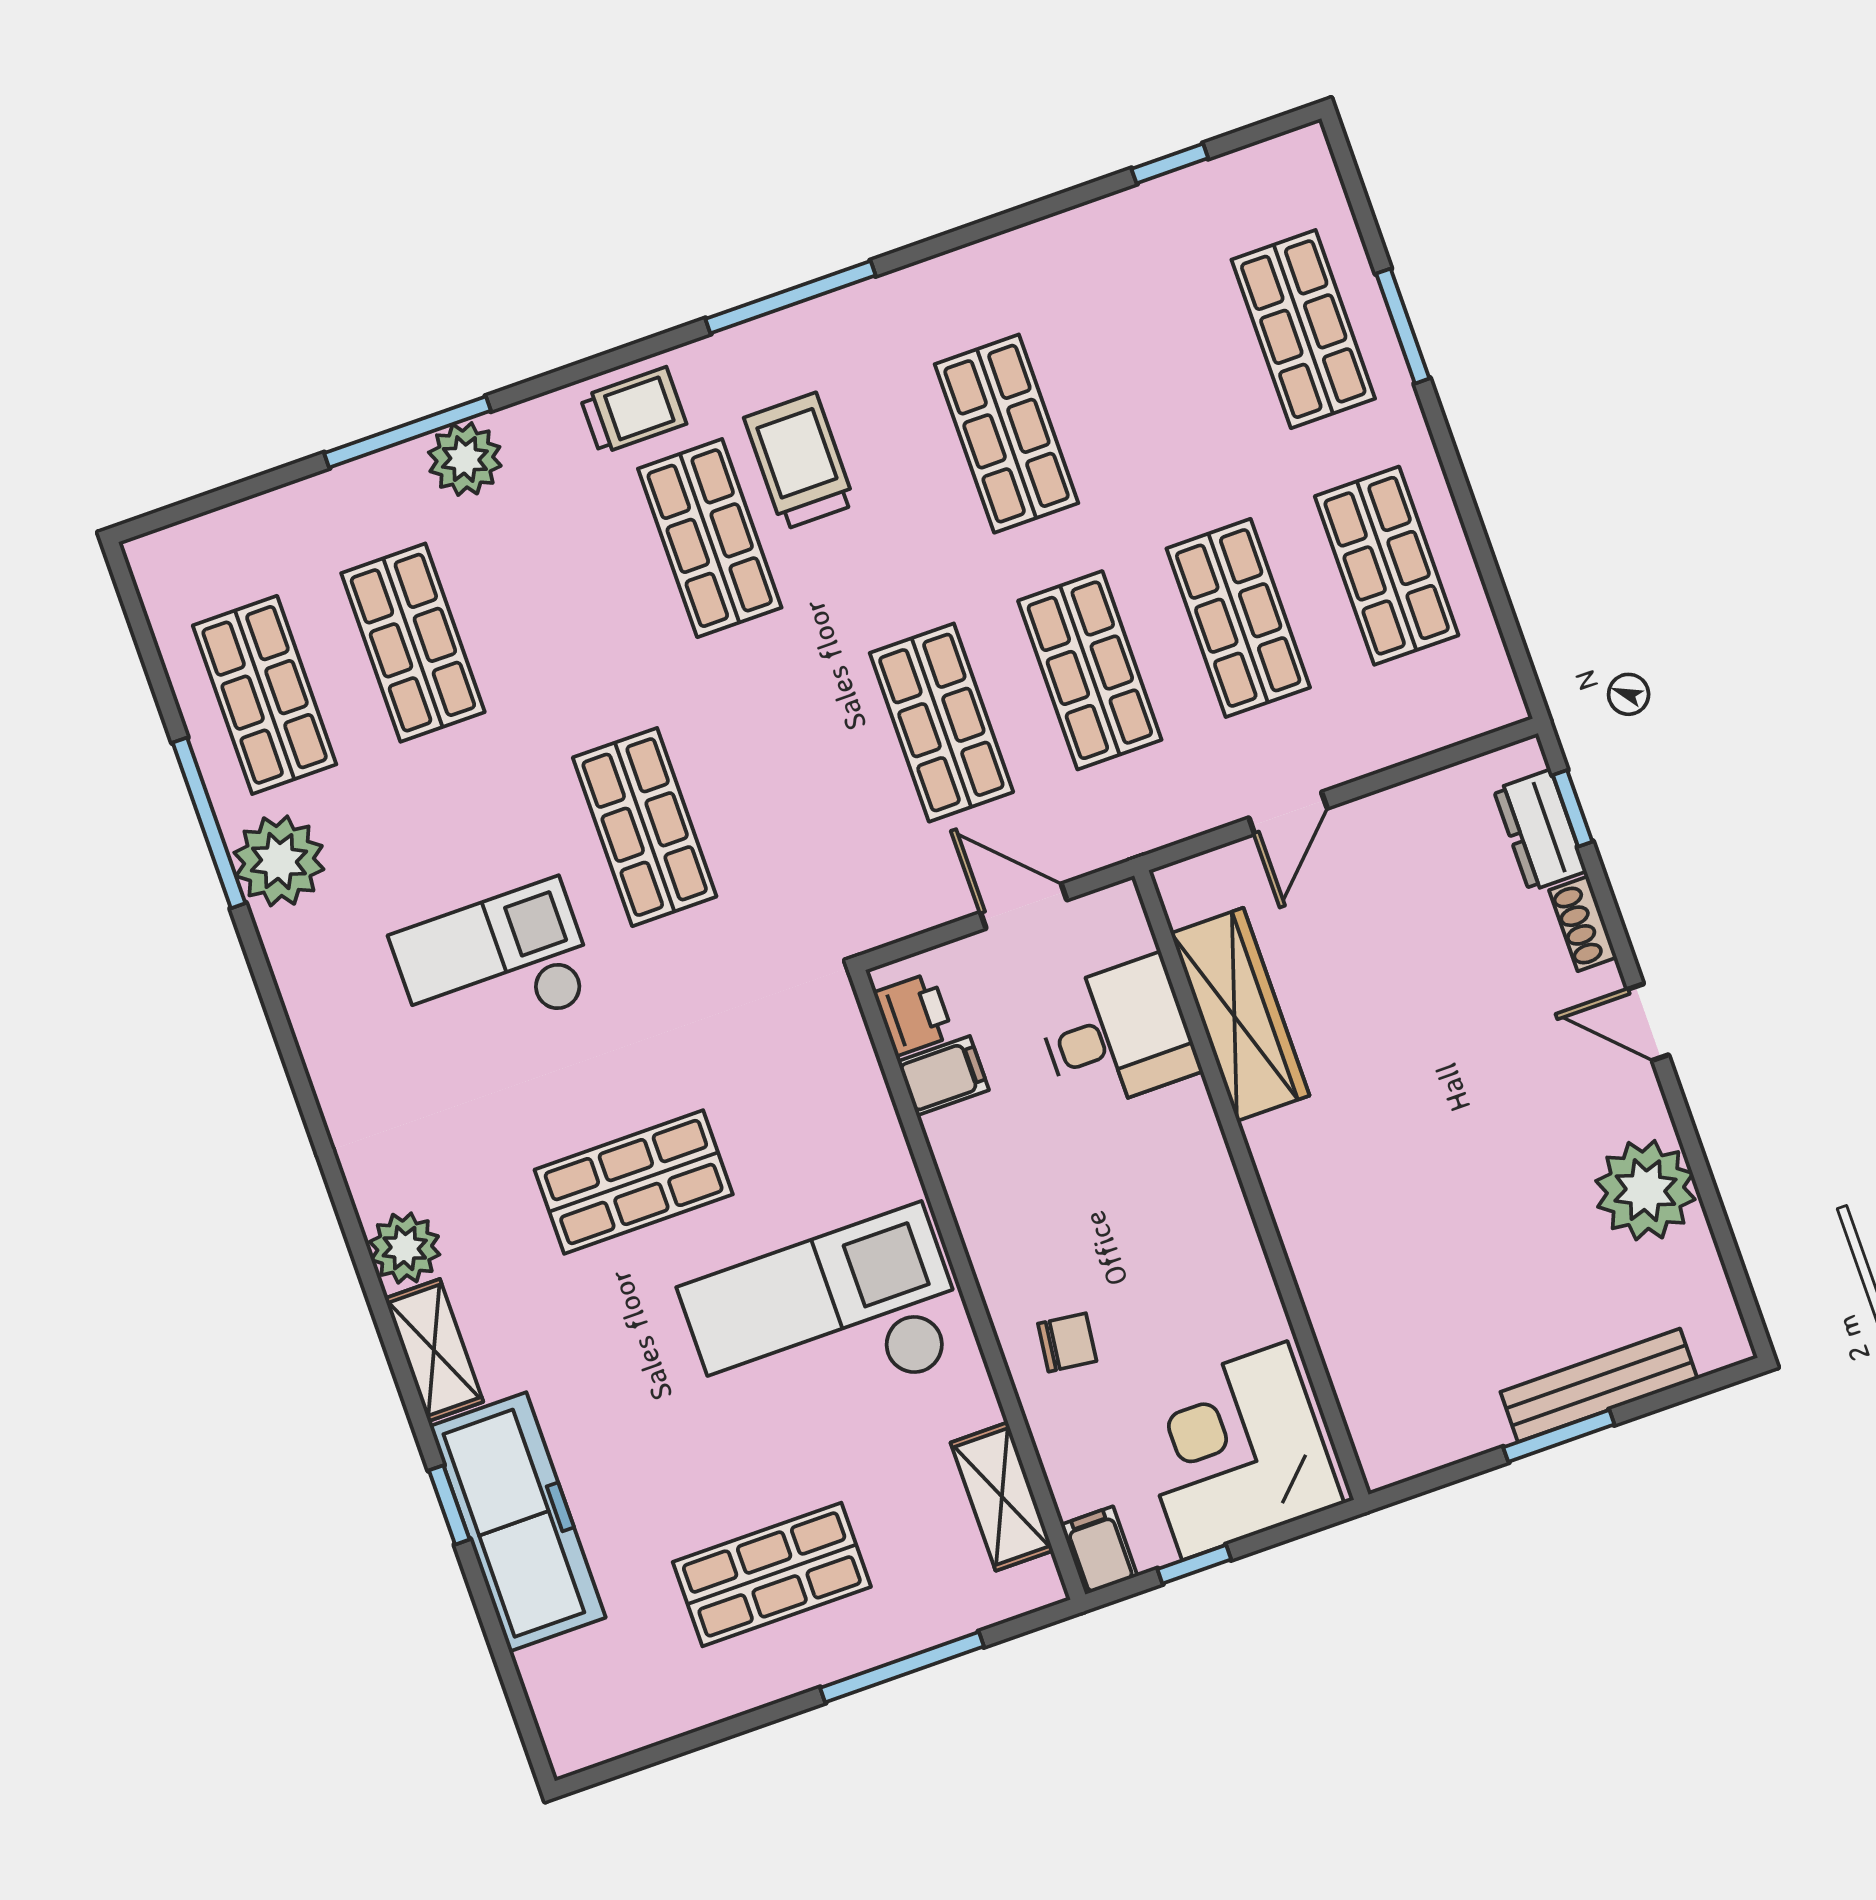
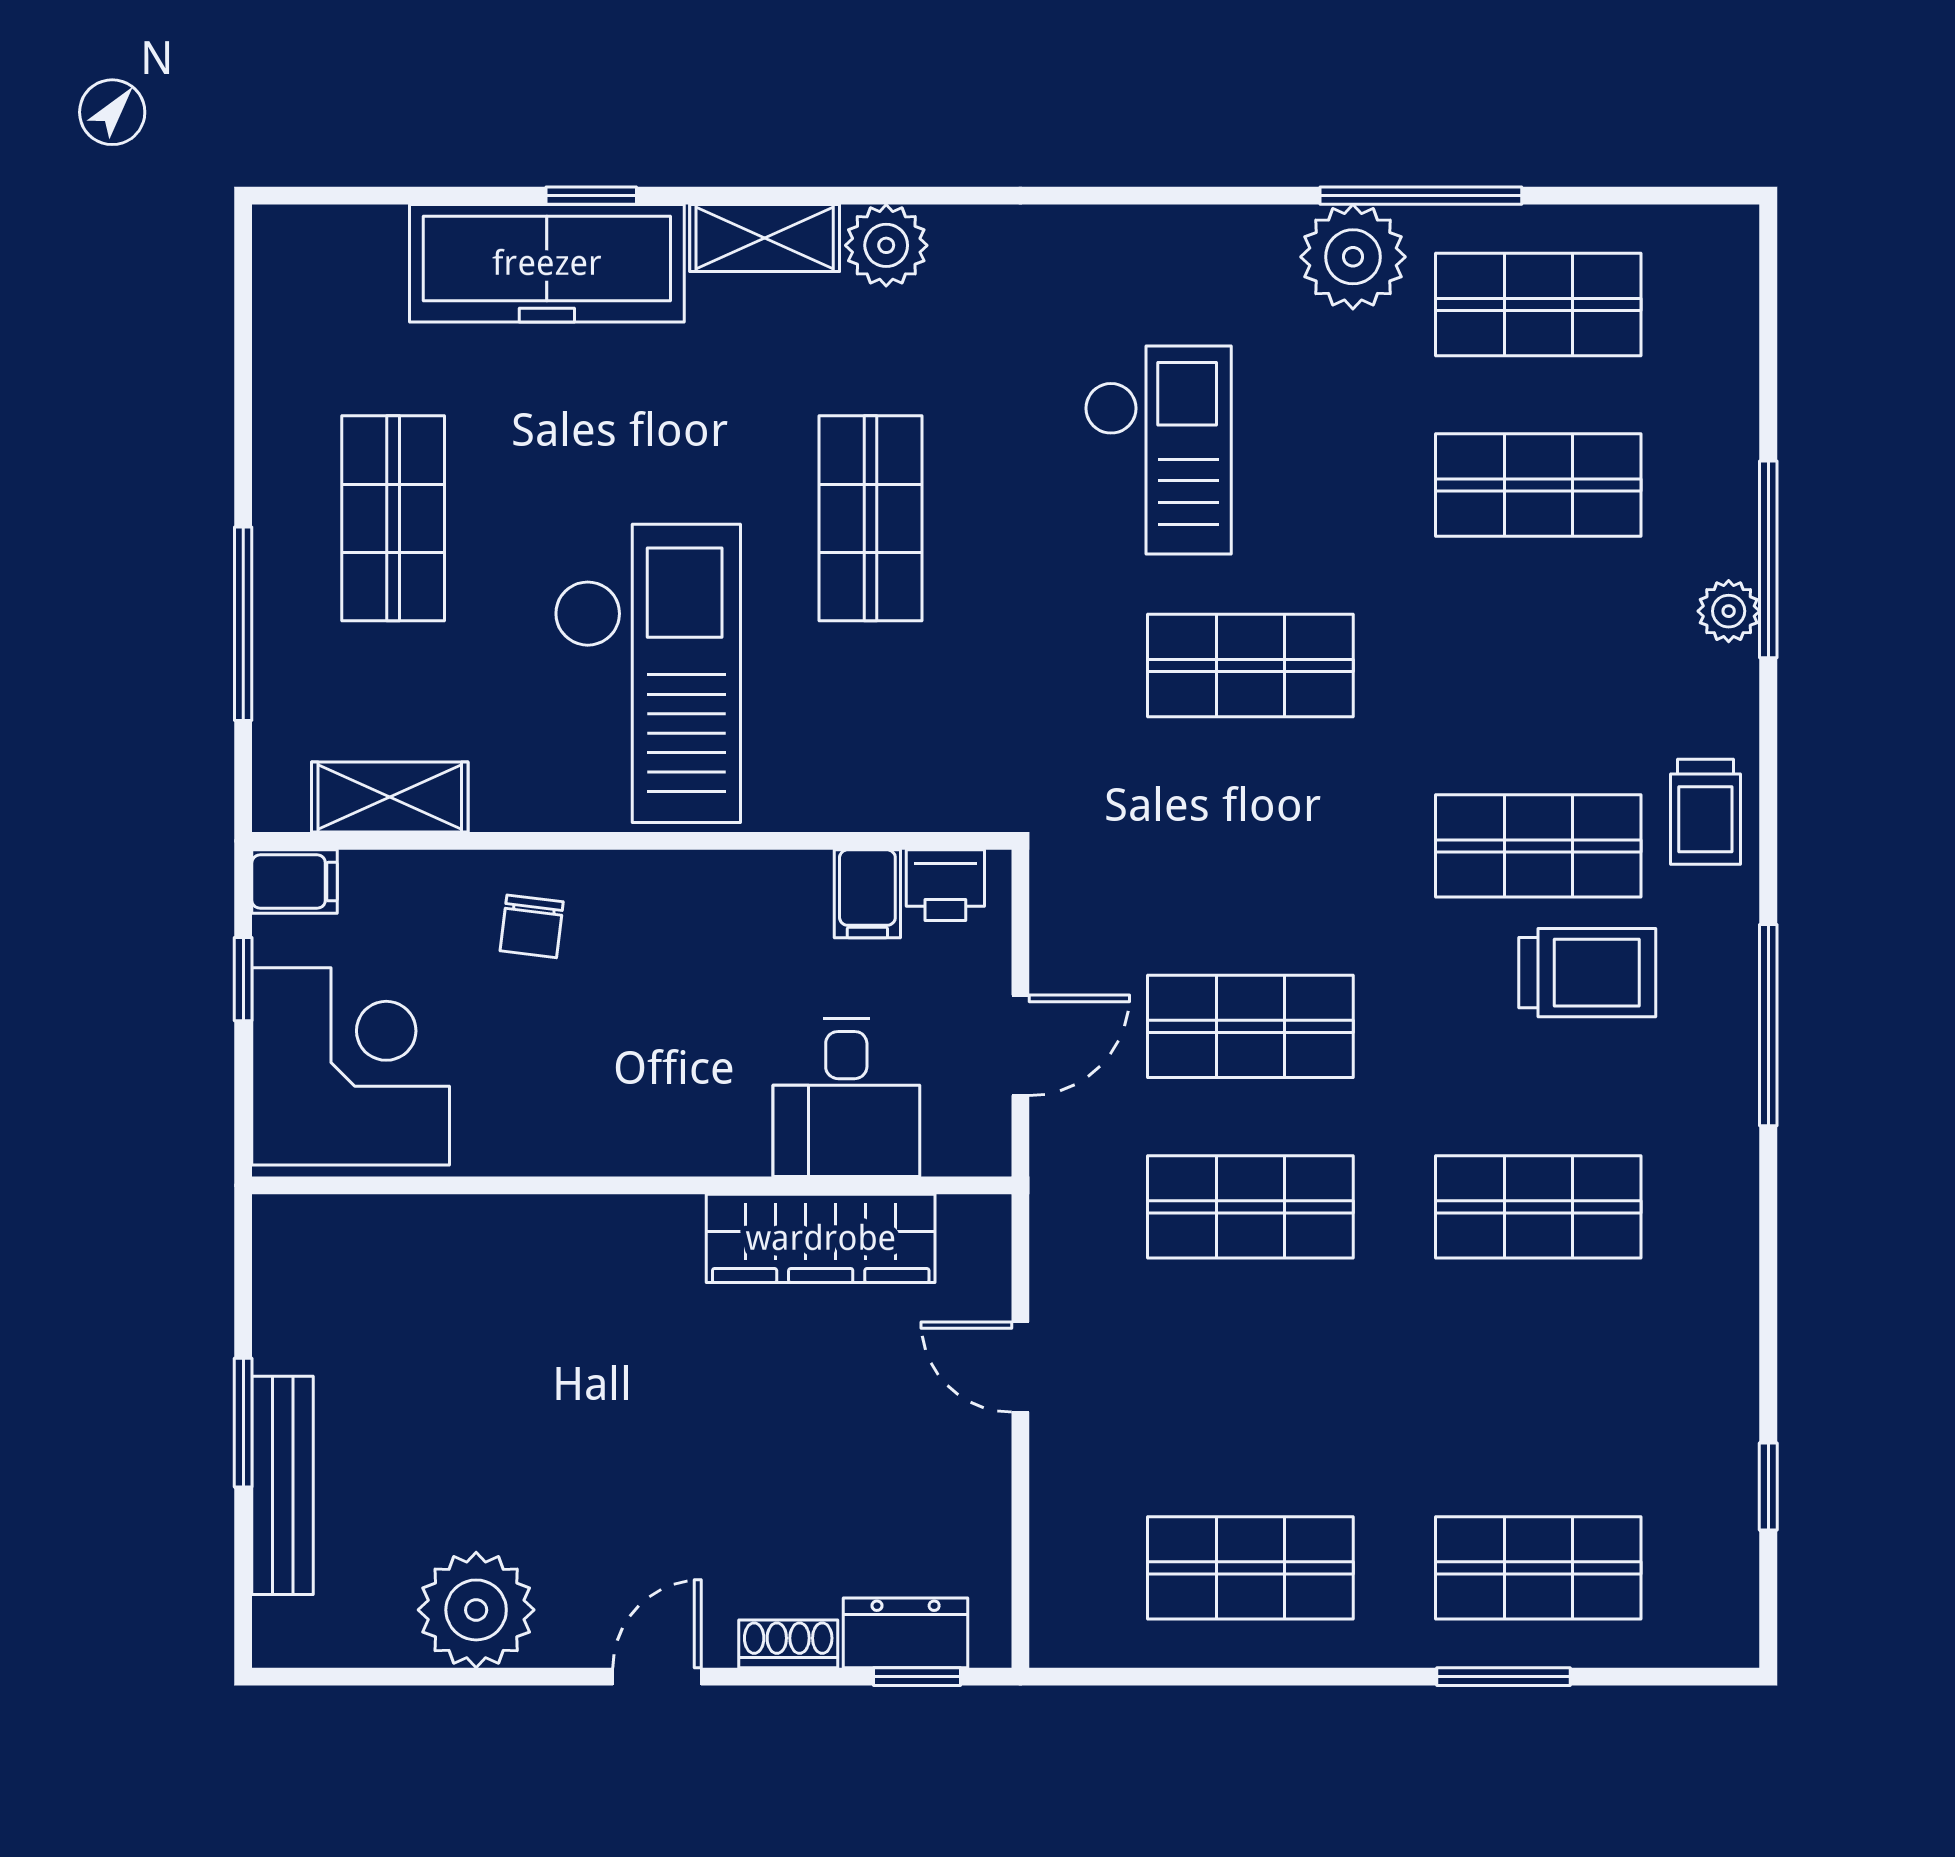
plant: (465, 459) -> (1729, 611), width x0.73, depth x0.73
shop shelf: (1238, 618) -> (1250, 1387), removed

